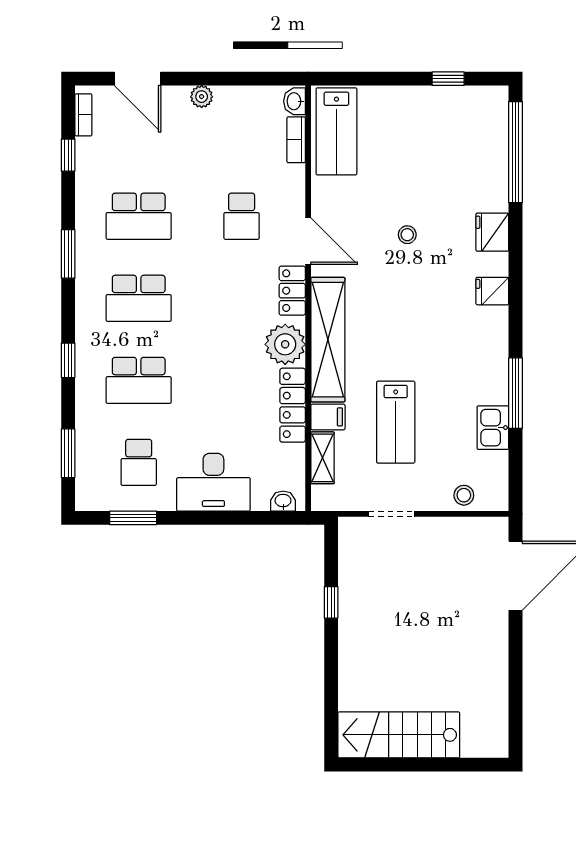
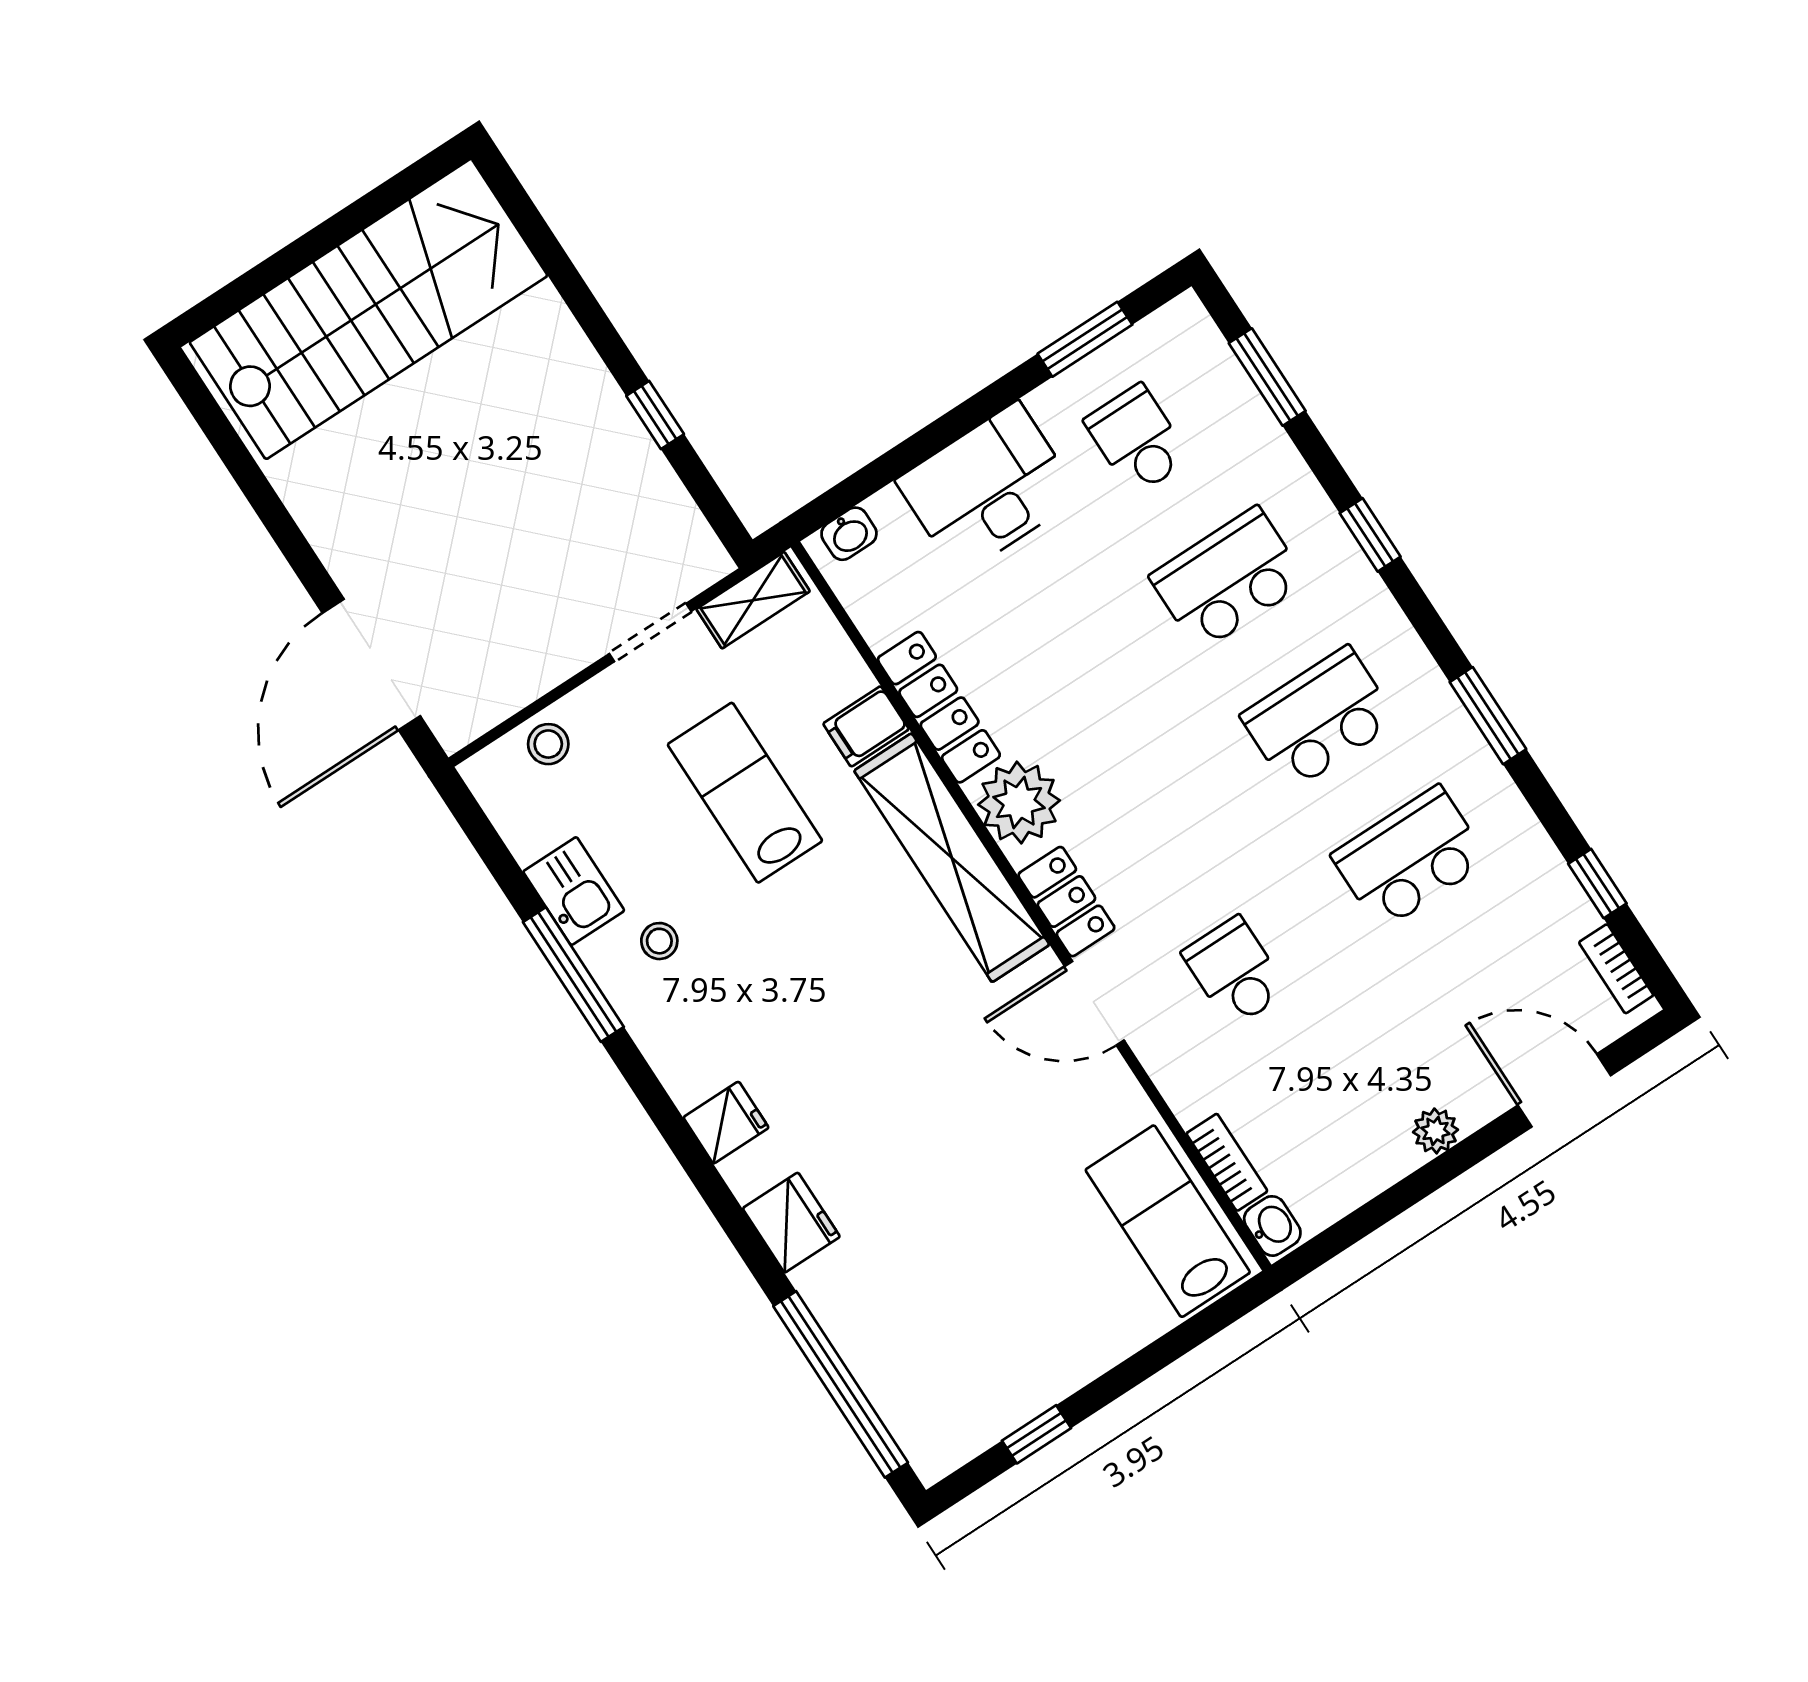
stool: (407, 235) -> (659, 941), moved
shelving: (322, 458) -> (753, 600), moved, turned 90
stairs: (399, 735) -> (369, 309), width x1.36, depth x1.51

